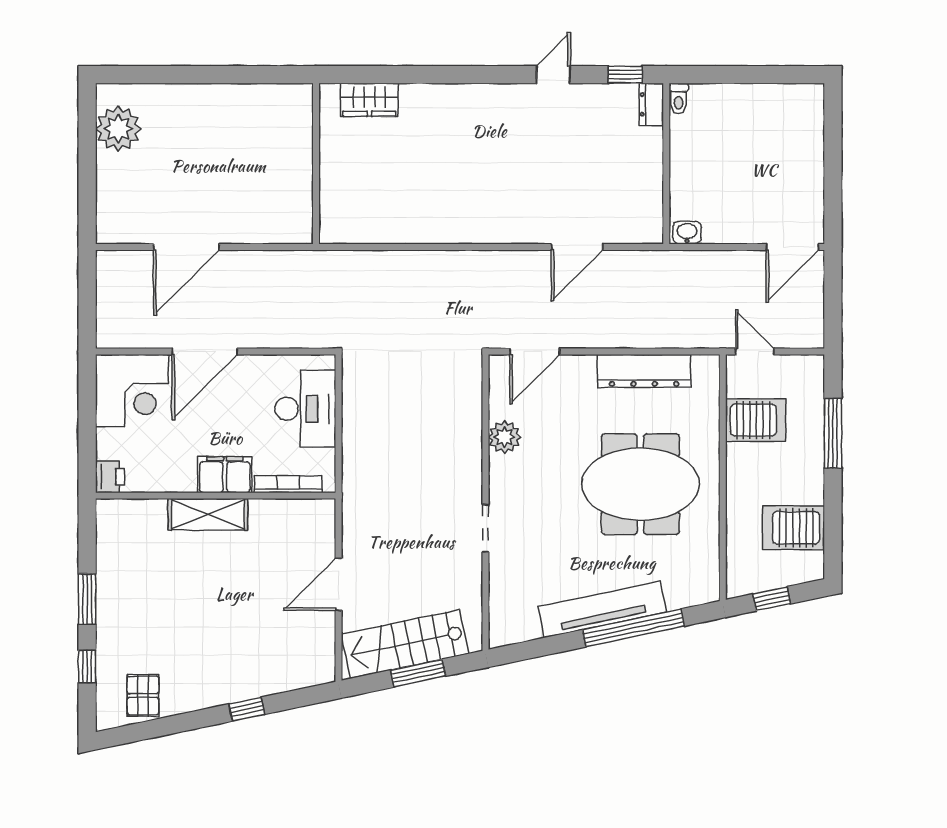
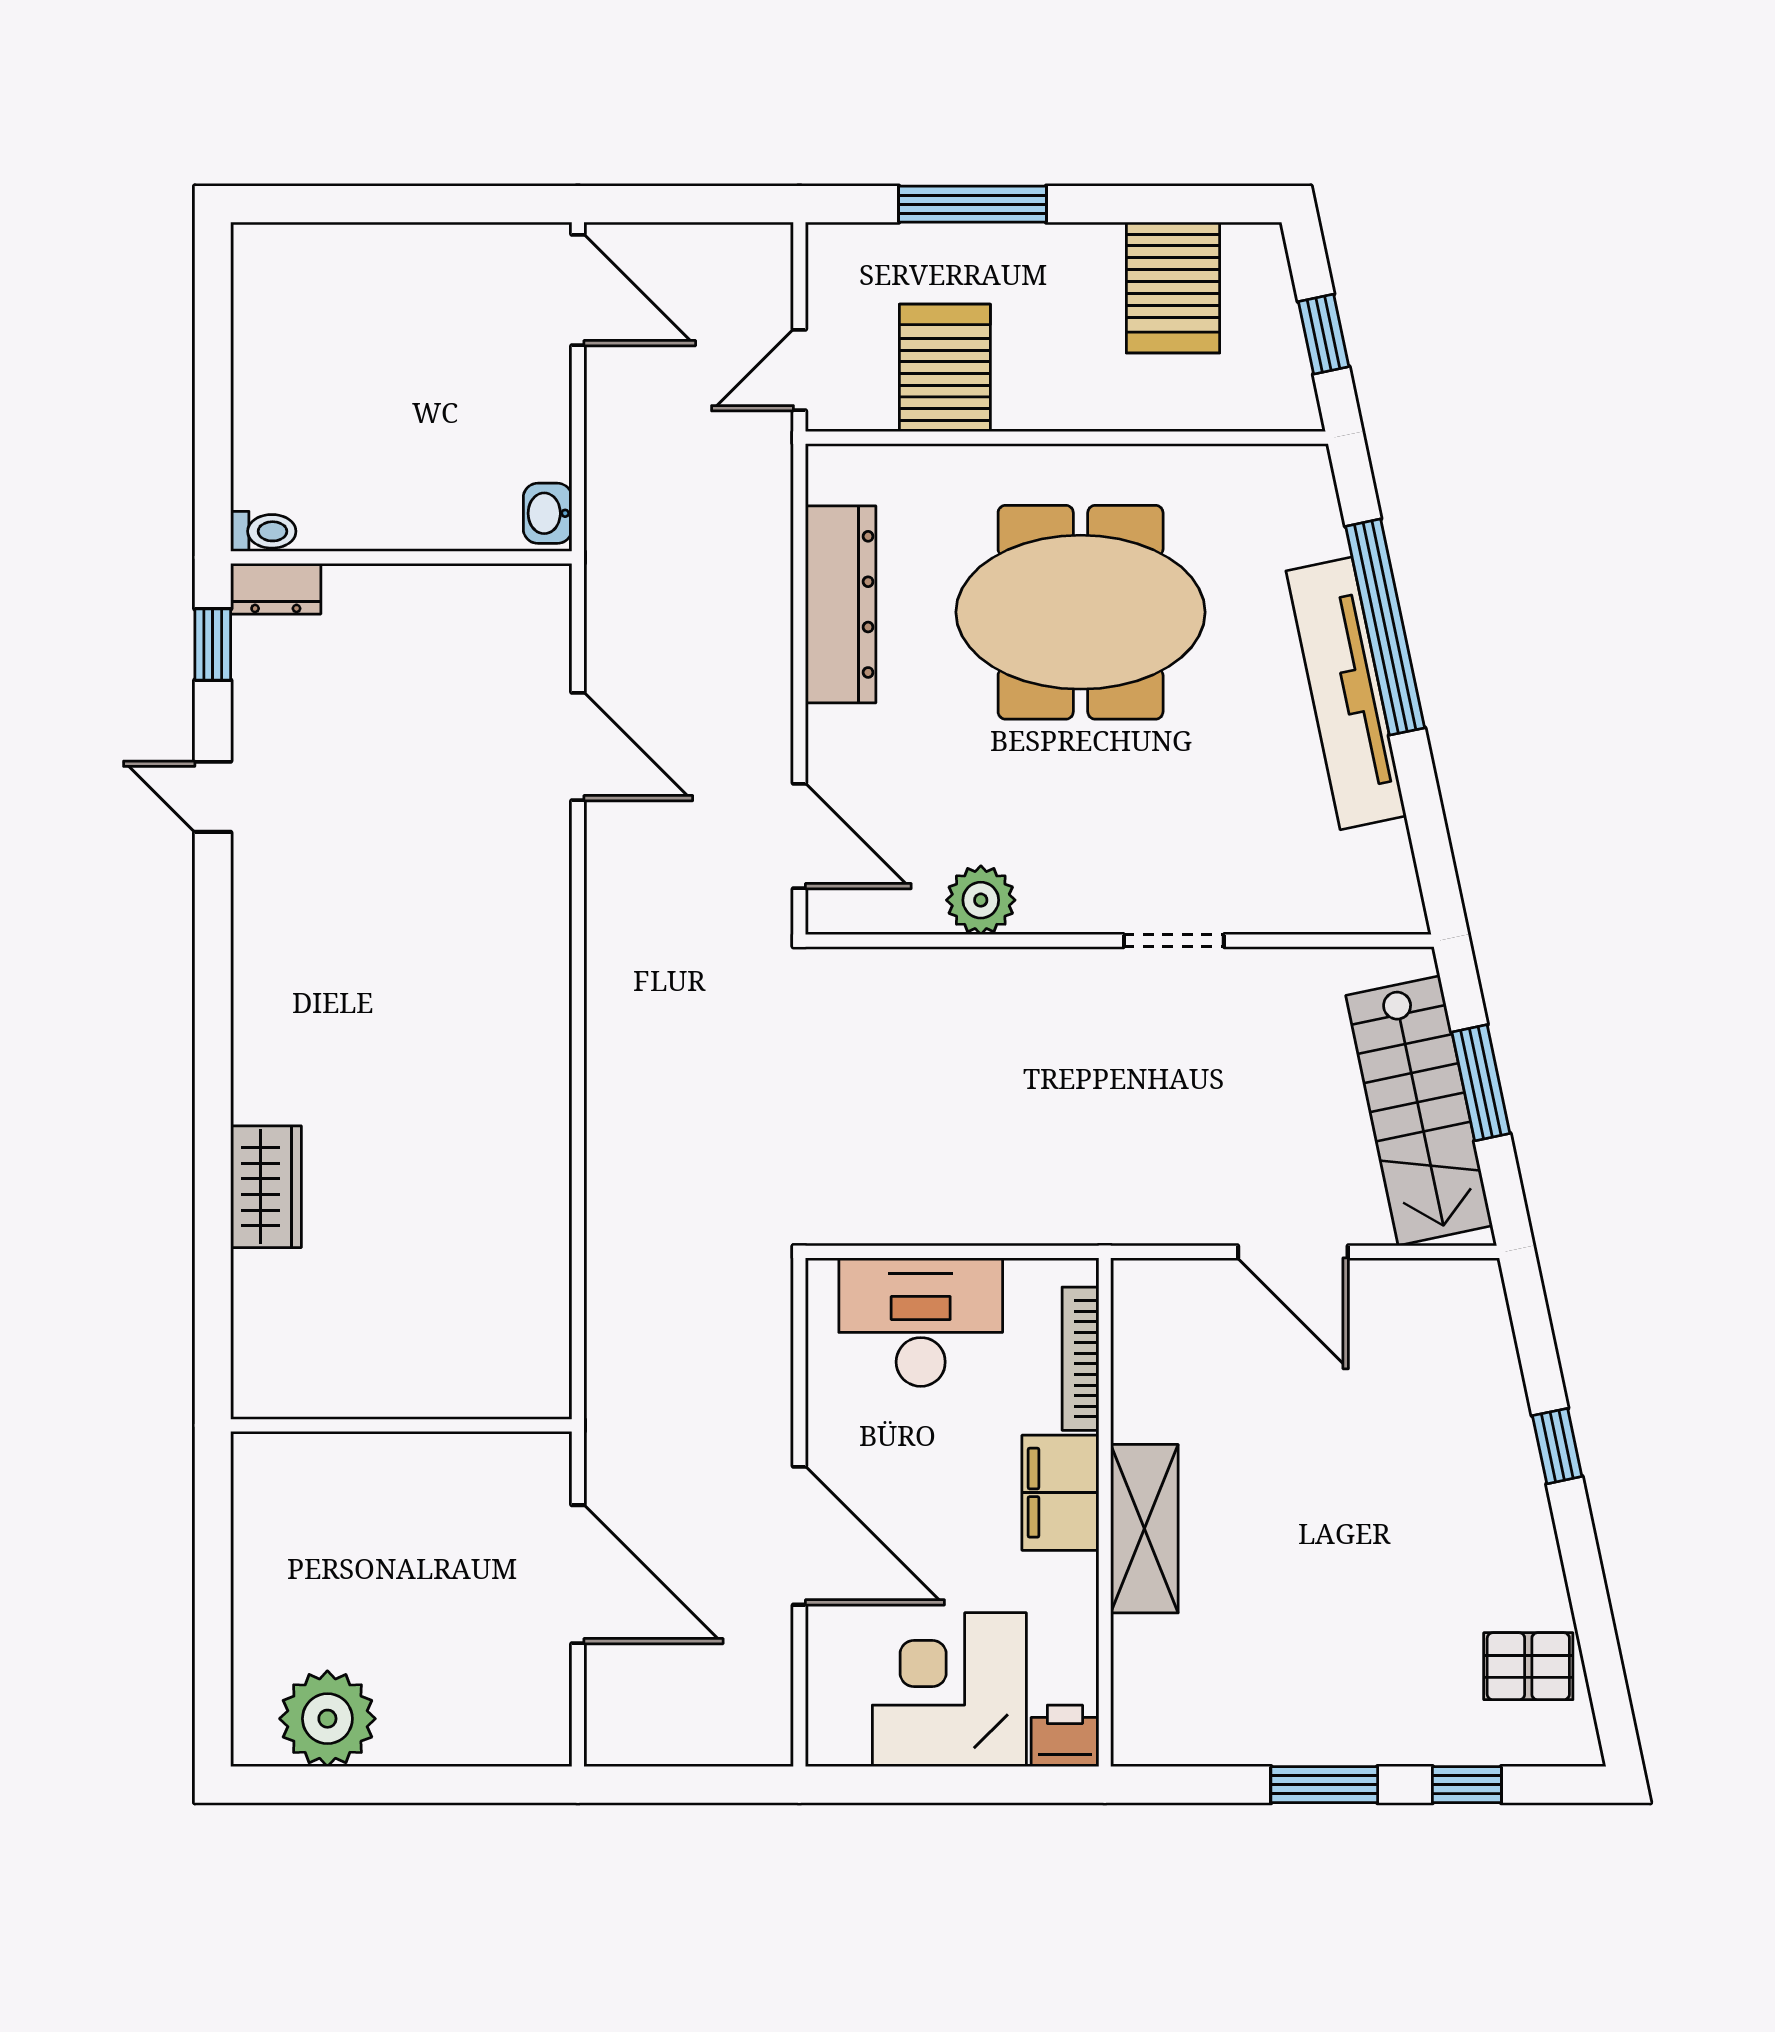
wall: (316, 164) -> (401, 1425), moved
corner desk: (132, 391) -> (949, 1690), moved, turned -90
meeting table: (640, 484) -> (1081, 612), turned 90

